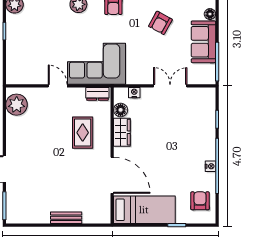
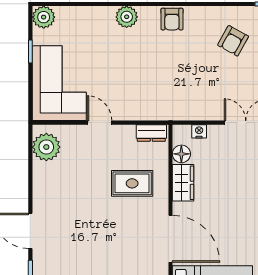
corner sofa: (97, 64) -> (59, 83), moved, turned 90
rug: (83, 133) -> (132, 183), turned 90

